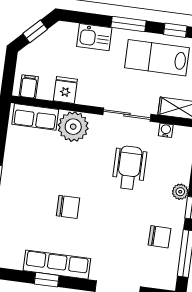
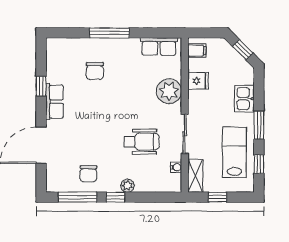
row of seats: (35, 117) -> (159, 46), moved, turned -90
chair: (68, 207) -> (95, 71), moved
row of seats: (57, 265) -> (55, 102), width x0.68

